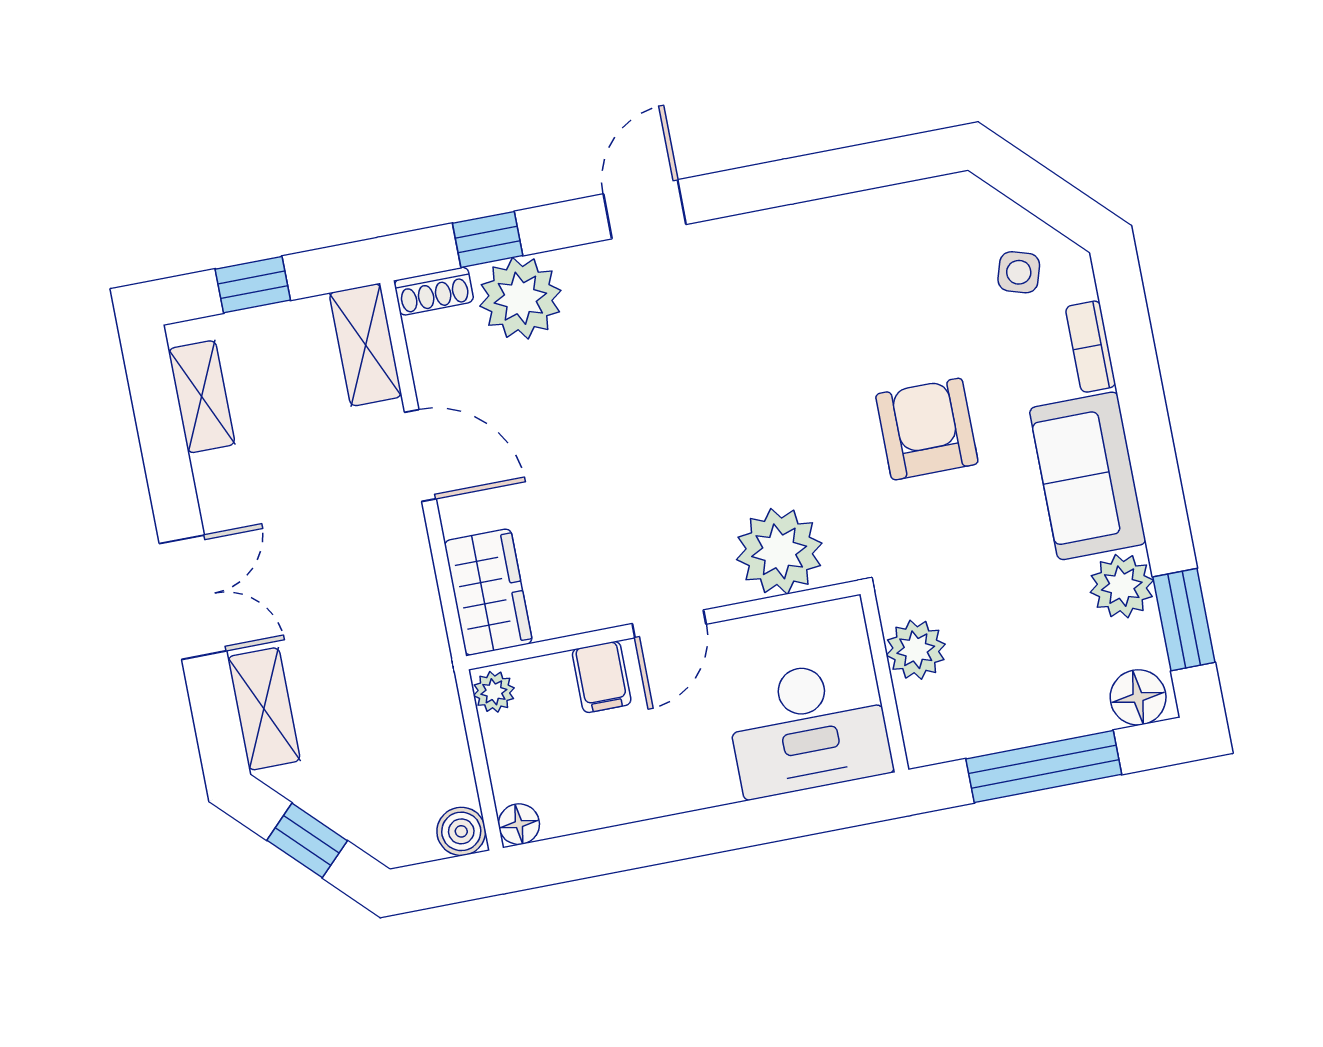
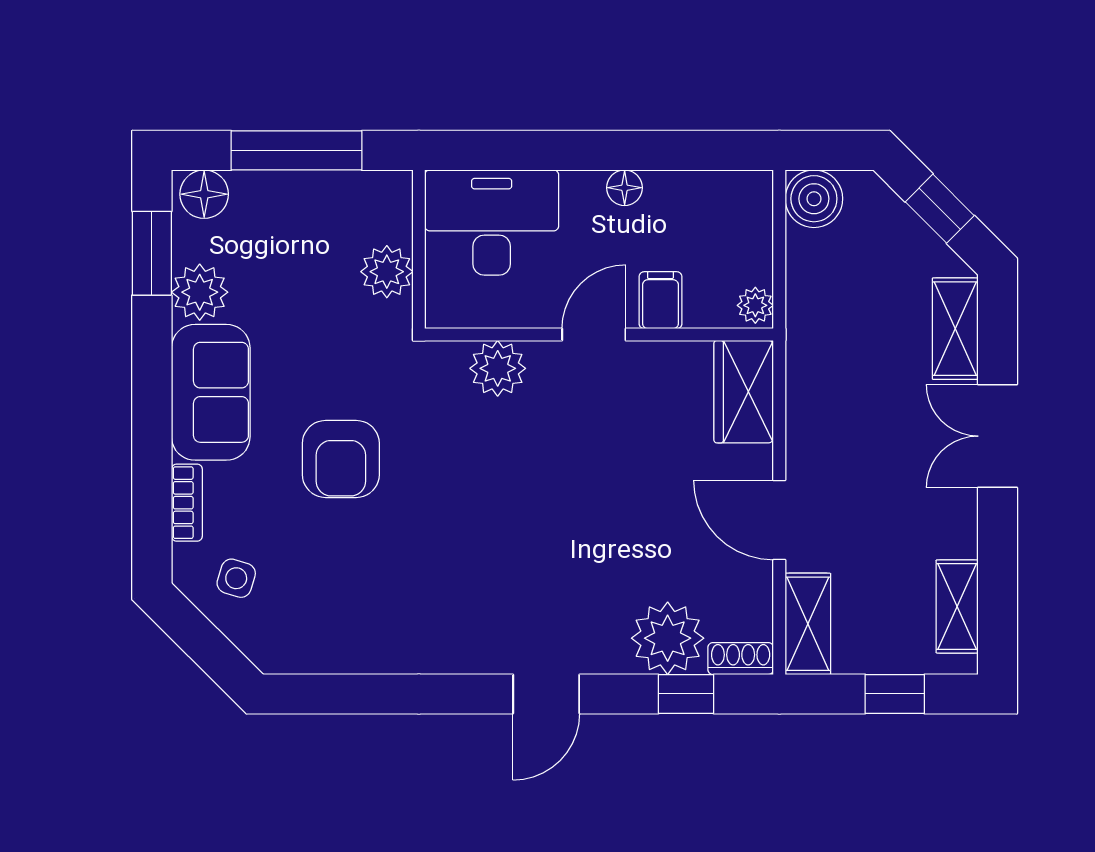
plant: (779, 551) -> (498, 368), width x0.73, depth x0.73
floor lamp: (519, 824) -> (625, 188), moved
boiler: (461, 831) -> (814, 199), width x1.36, depth x1.36

